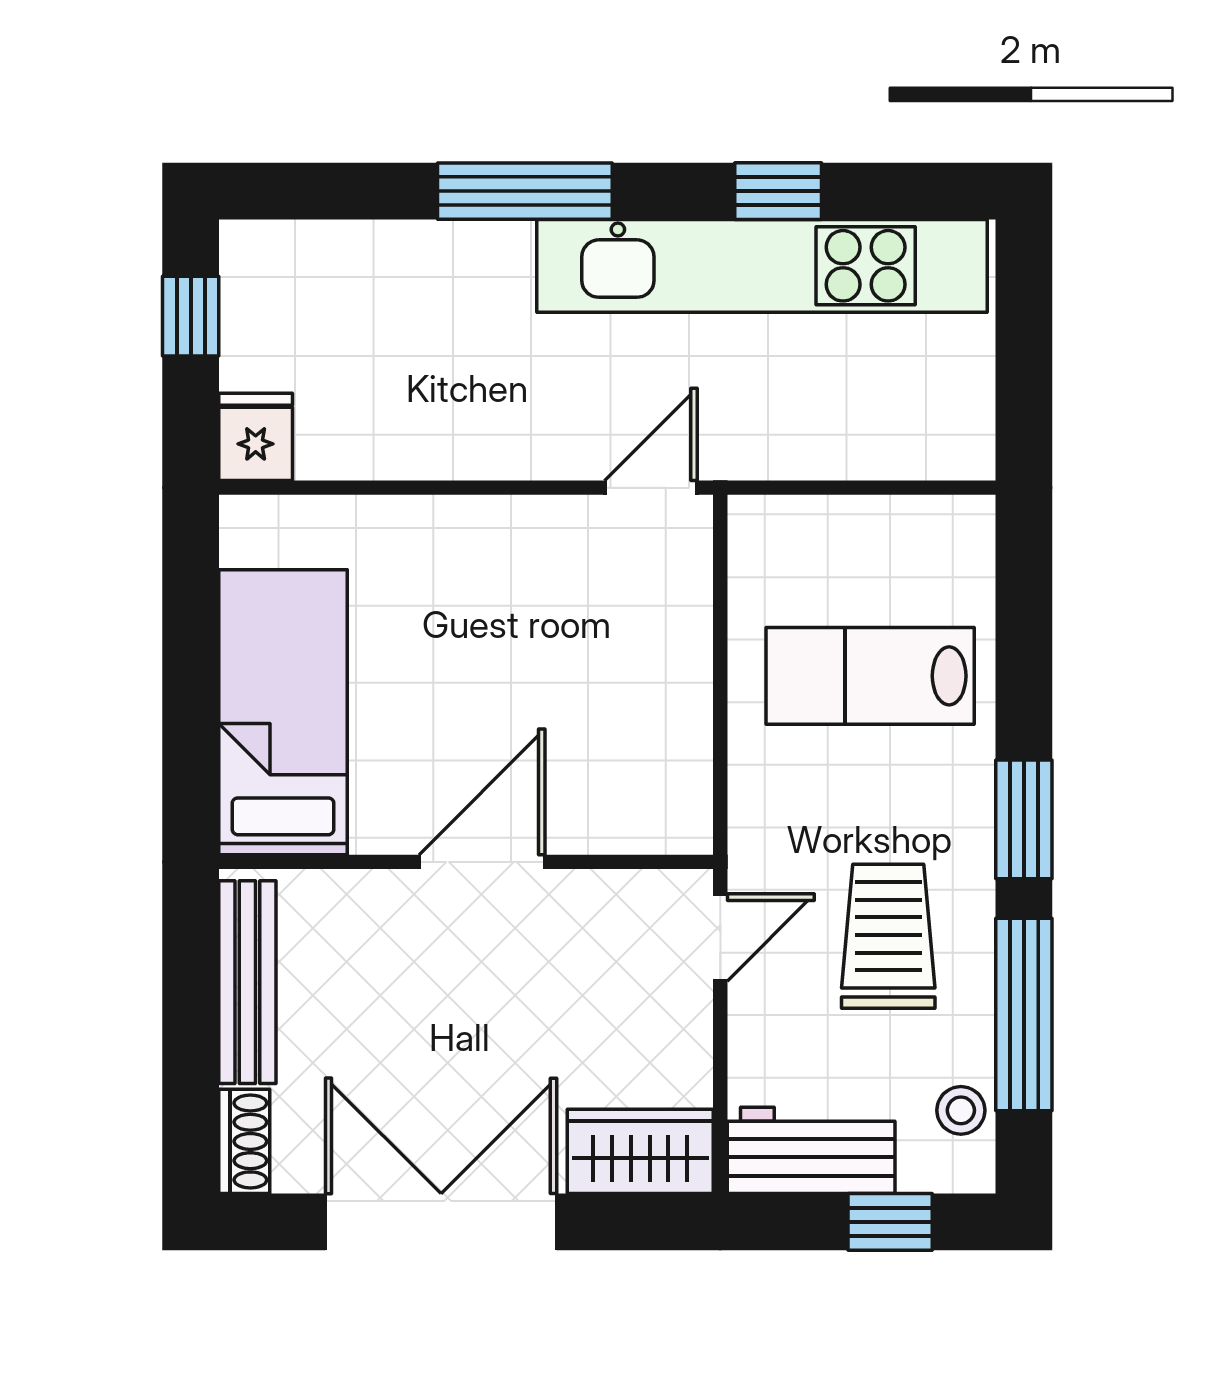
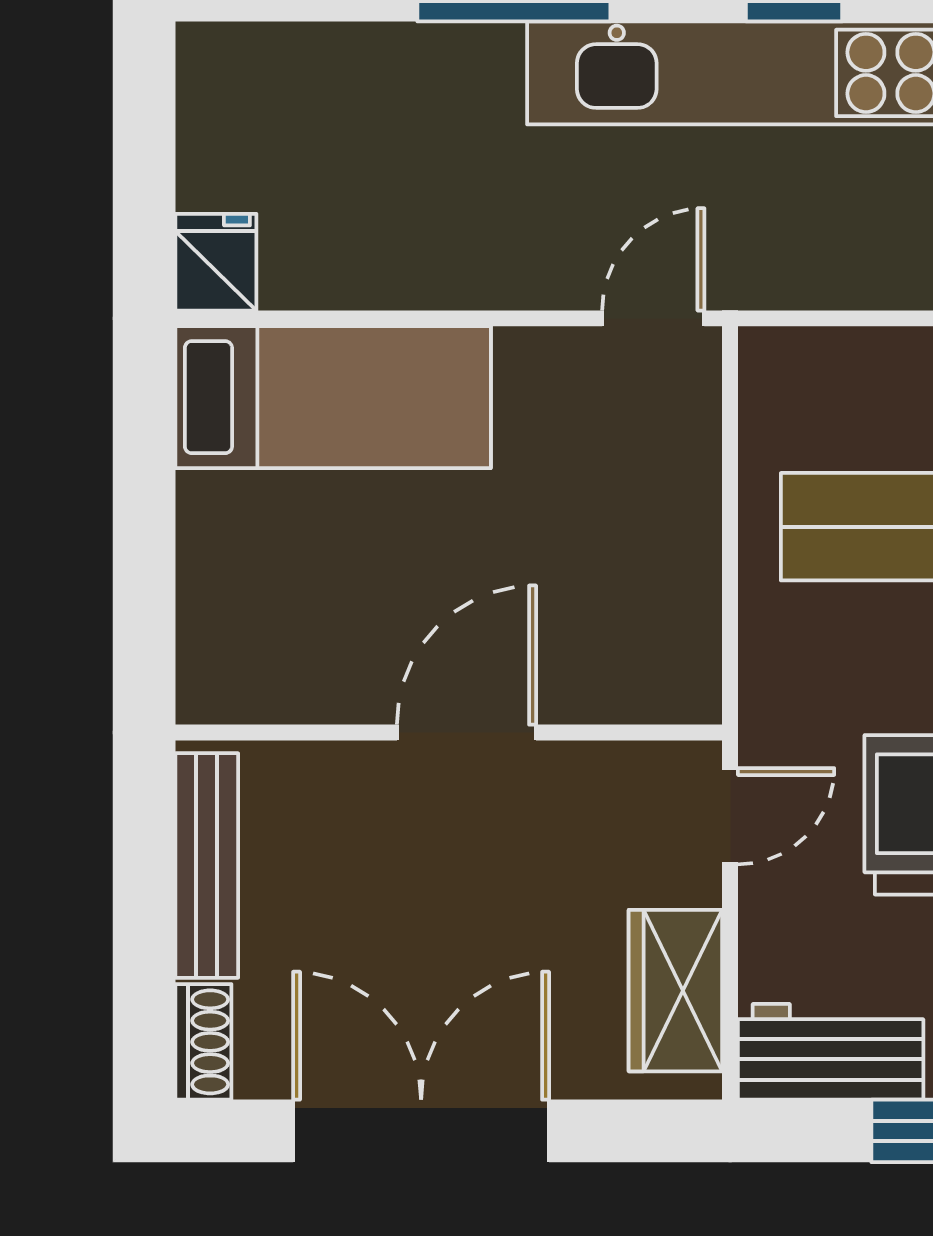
window: (191, 316) -> (144, 129), removed
bed: (283, 712) -> (333, 397), moved, turned 90
wardrobe: (640, 1151) -> (675, 991), moved, turned -90

